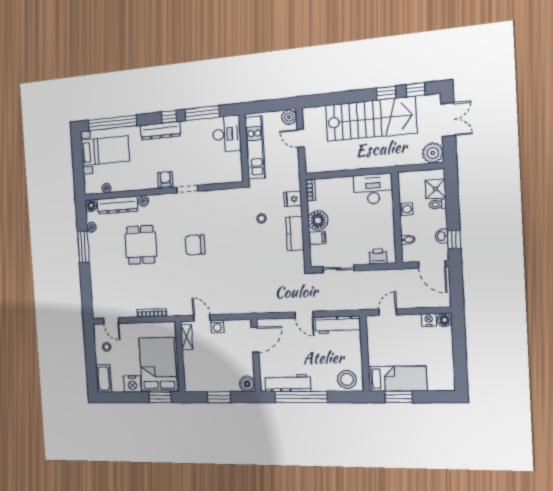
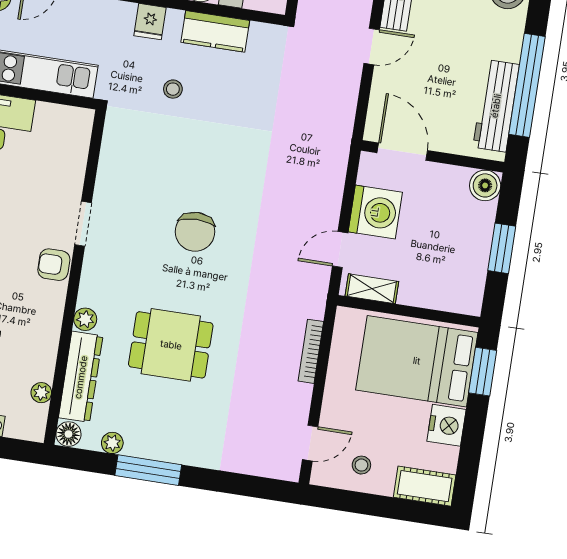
washing machine: (217, 326) -> (375, 212), width x1.89, depth x1.89

